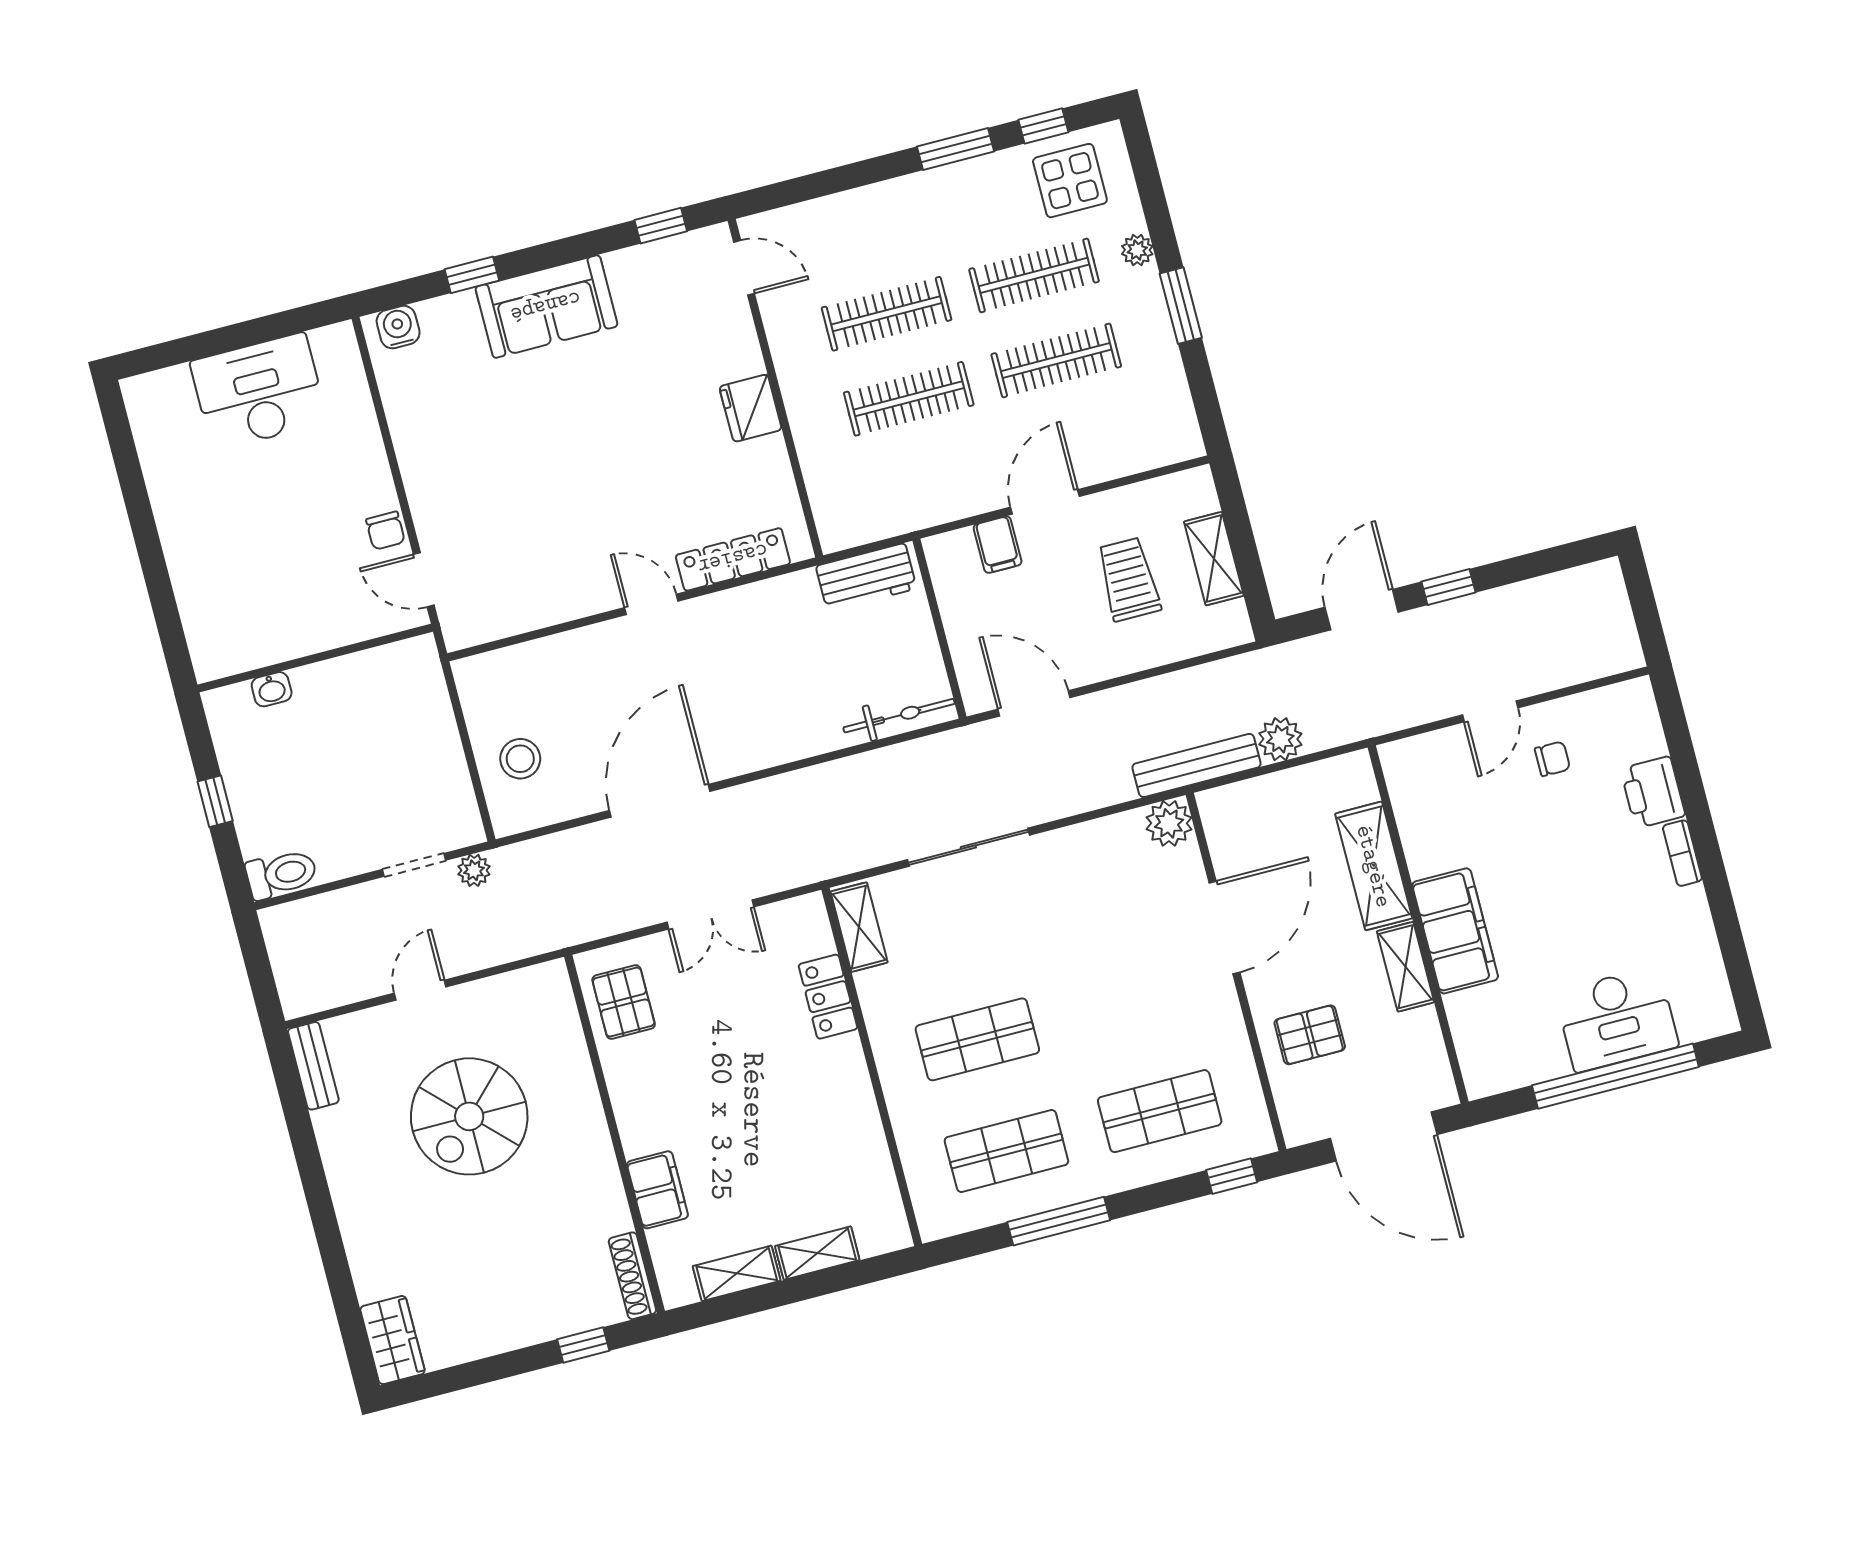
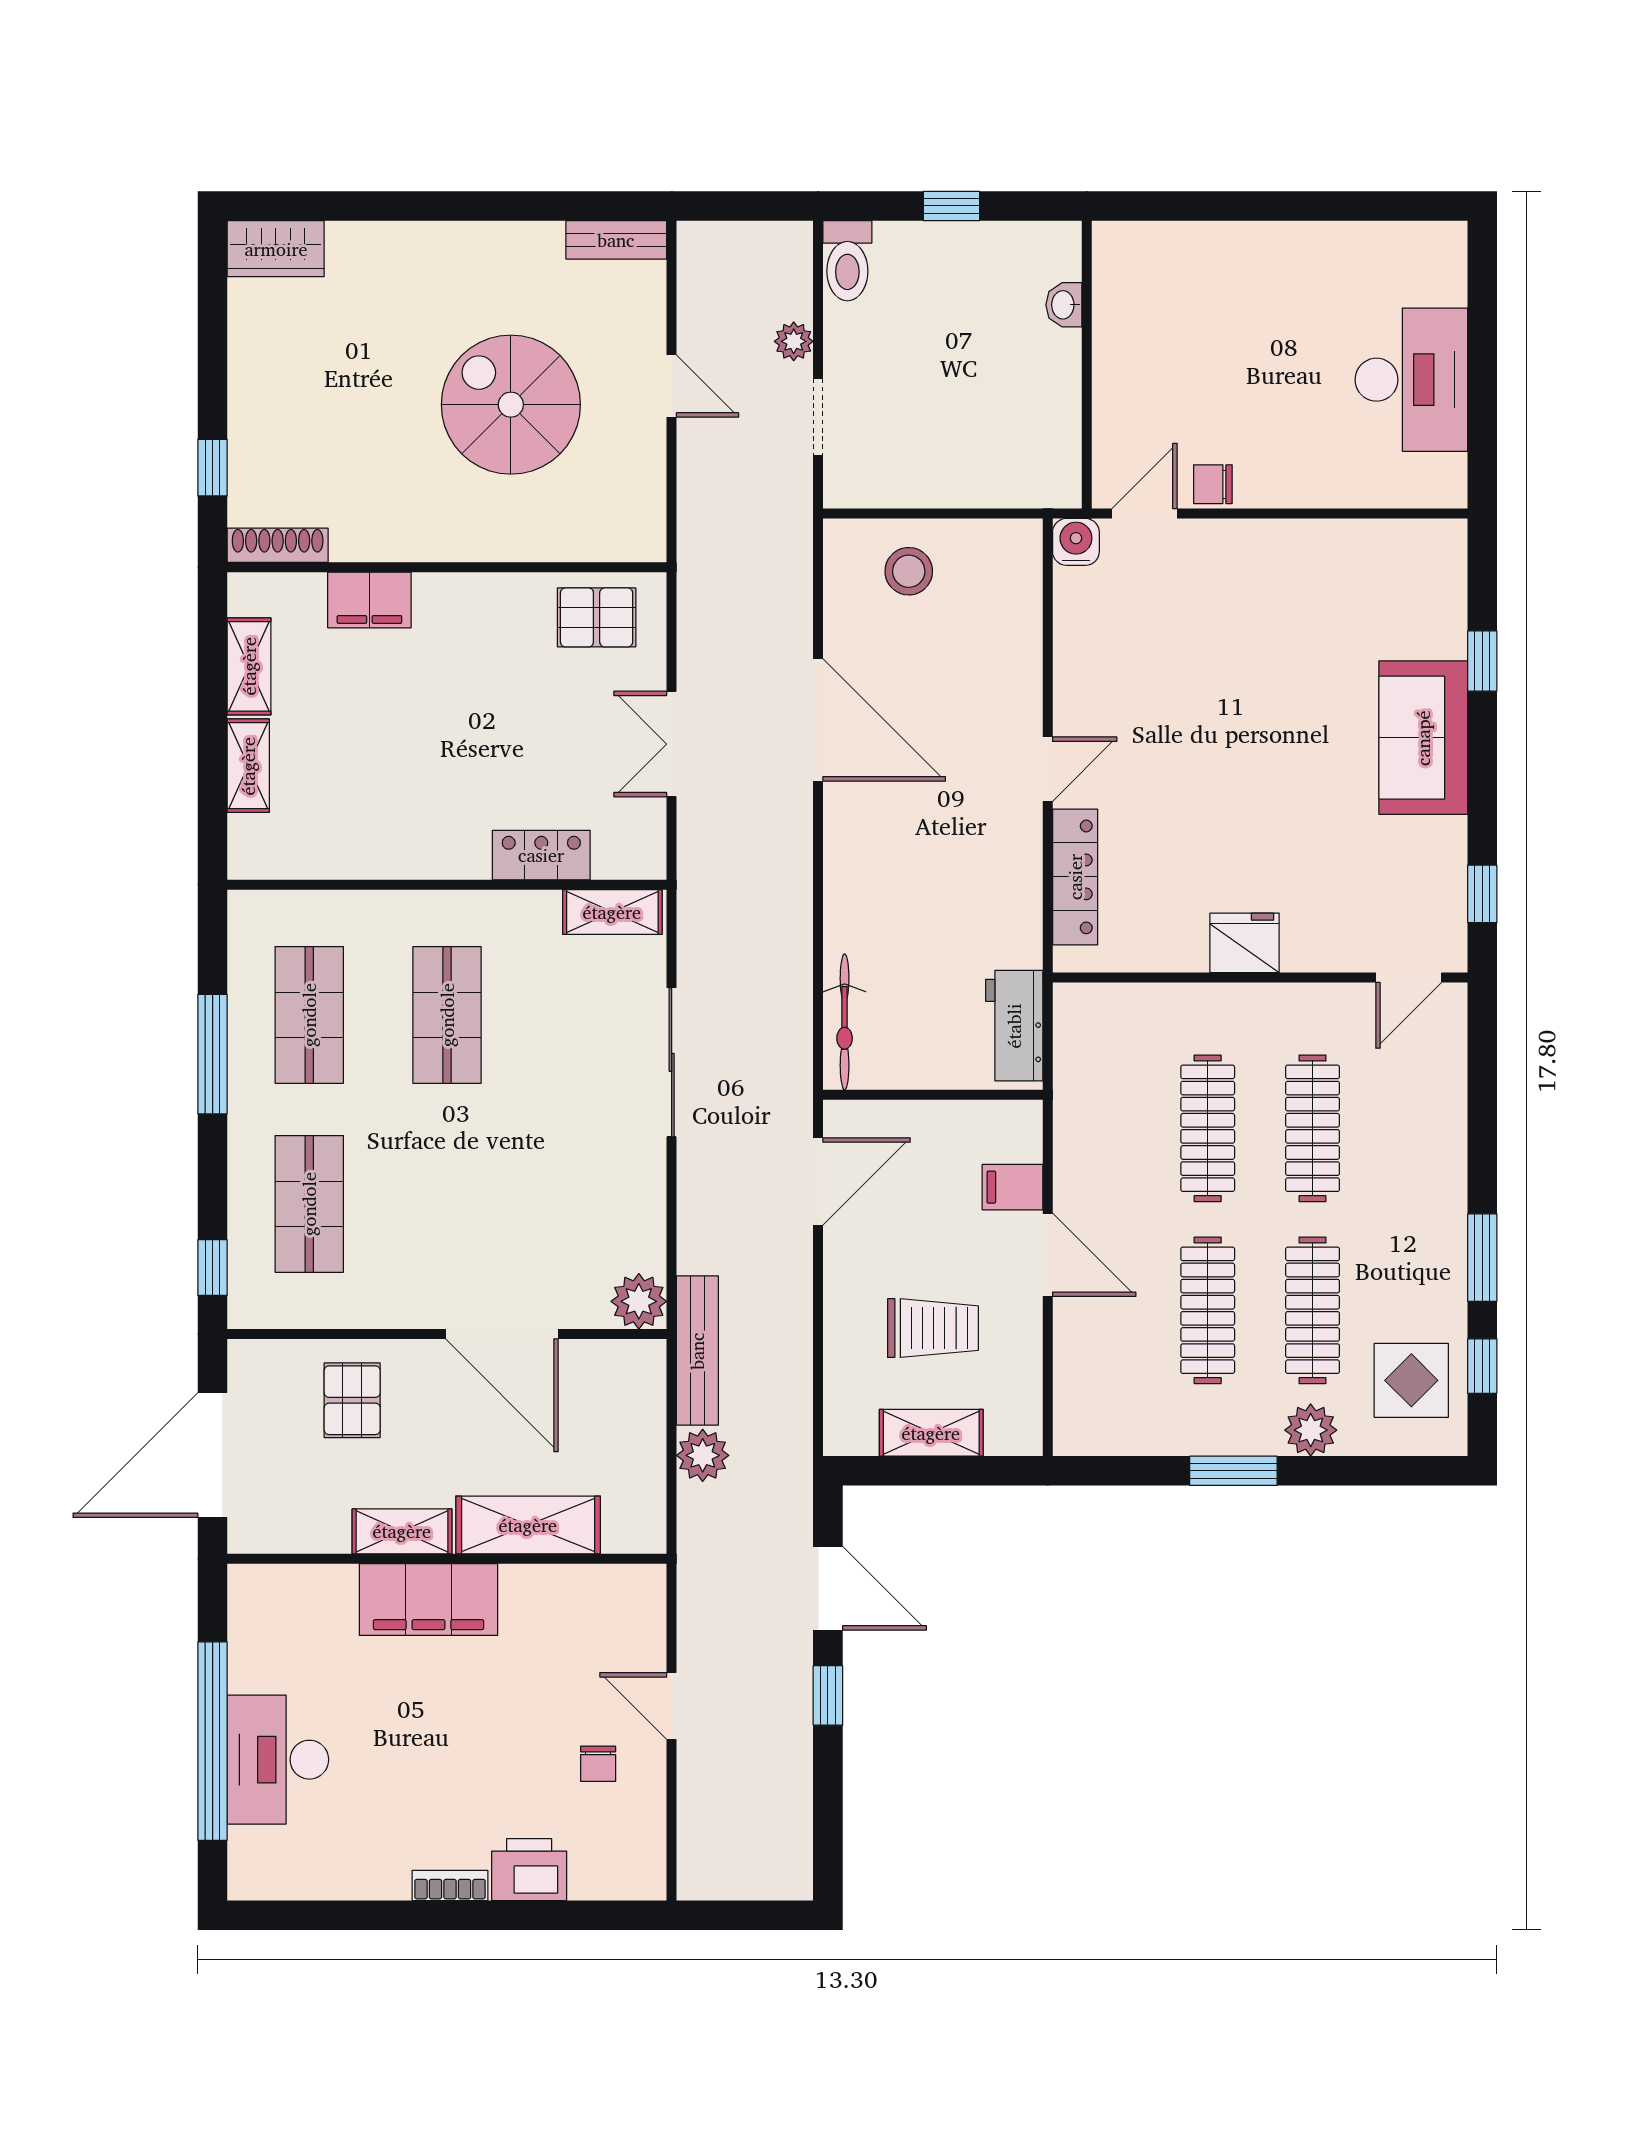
plant: (1137, 250) -> (1311, 1430), width x1.38, depth x1.38
water cooler: (398, 327) -> (1076, 542), moved, turned -90
plant: (474, 870) -> (794, 341), moved

